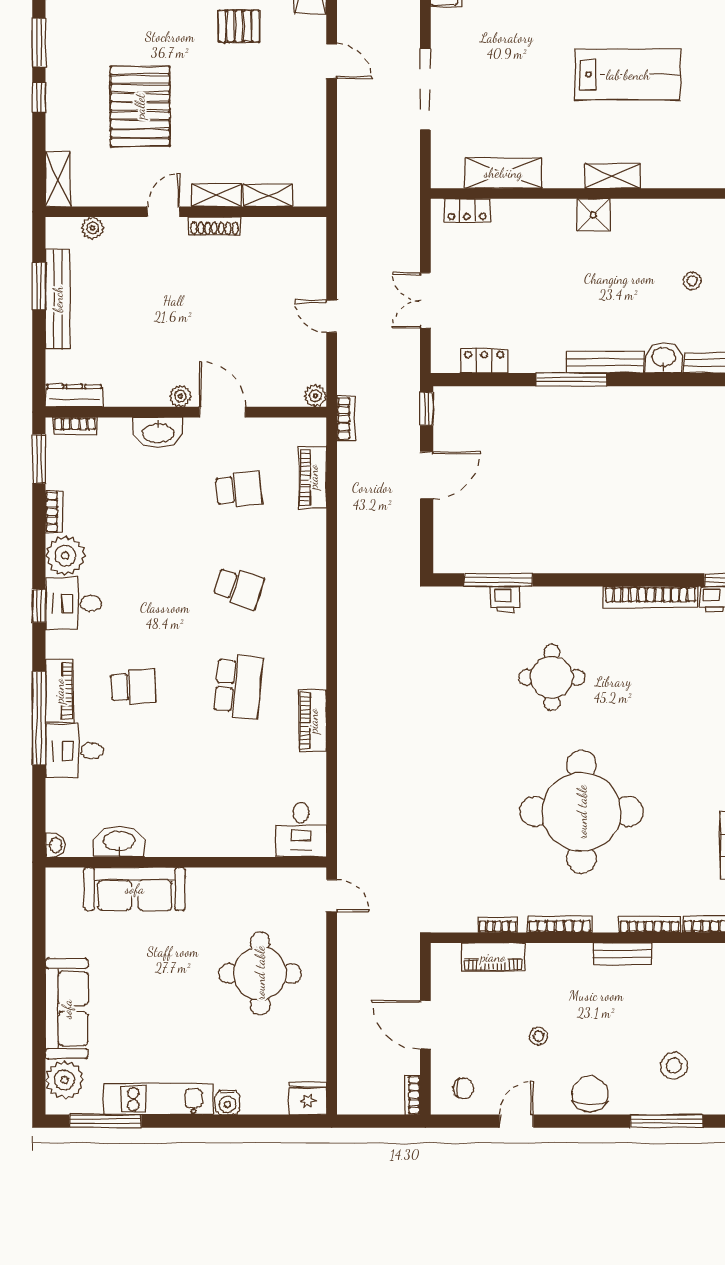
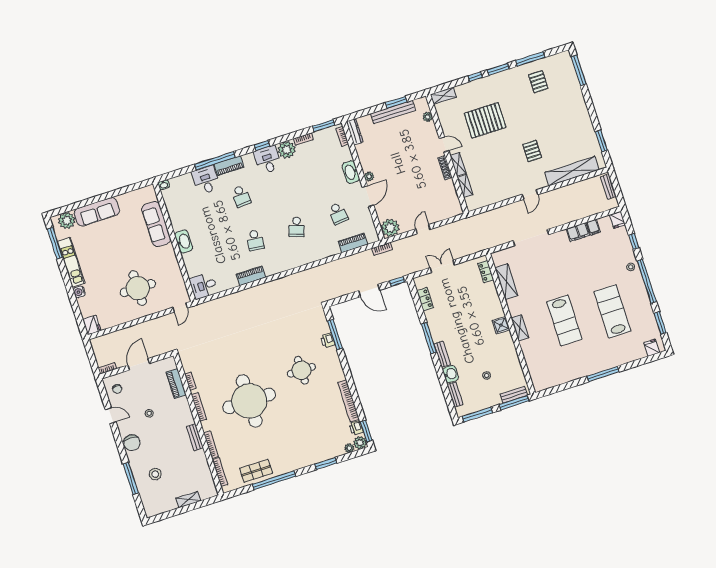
bench: (605, 362) -> (442, 354), width x0.73
plant: (315, 396) -> (390, 228), width x1.87, depth x1.87
school desk: (239, 687) -> (255, 240), width x0.54
washbasin: (119, 842) -> (184, 242), moved
chair: (590, 1094) -> (132, 443), turned 90

